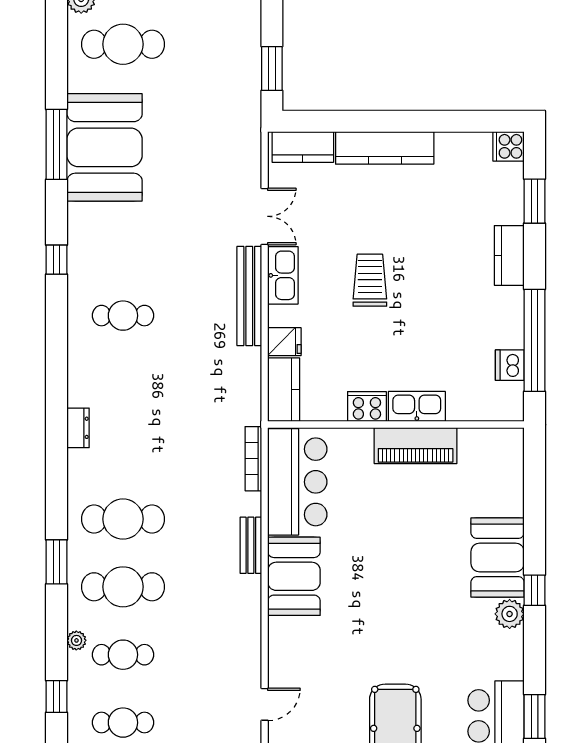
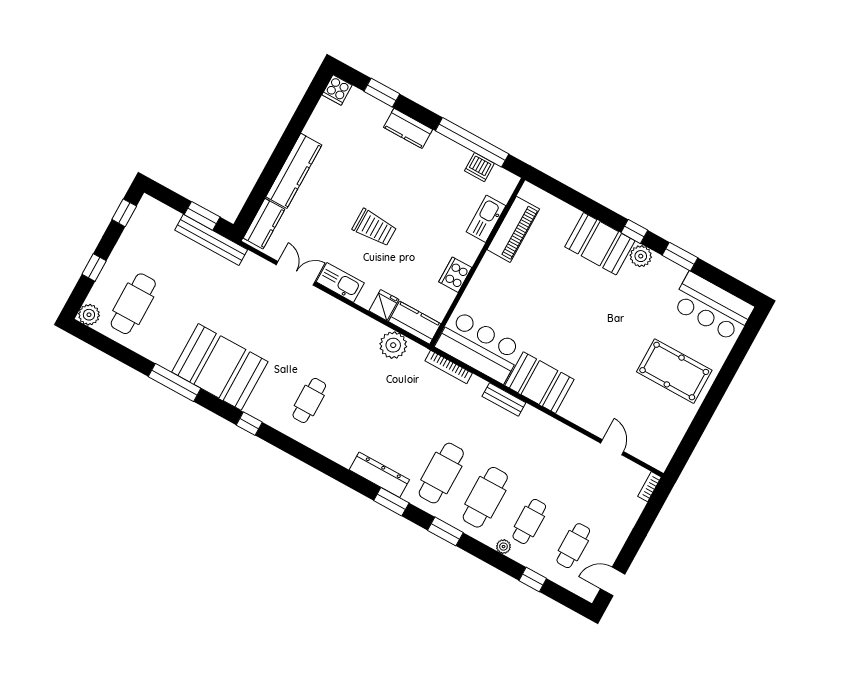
booth: (105, 147) -> (220, 367), moved
trolley: (370, 280) -> (374, 228), turned 180
bench: (249, 296) -> (211, 240), moved
plant: (243, 379) -> (393, 345), added
kitchen sink: (417, 406) -> (486, 219), moved
dresser: (78, 428) -> (379, 475), width x1.96, depth x1.24
piano: (416, 446) -> (513, 229), moved
window: (57, 479) -> (391, 502), added
window: (535, 717) -> (680, 257), moved

